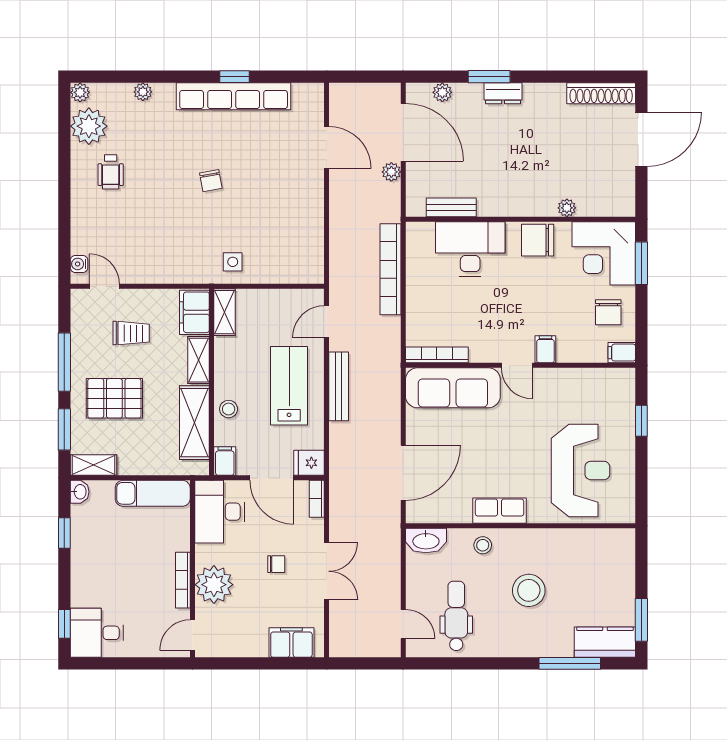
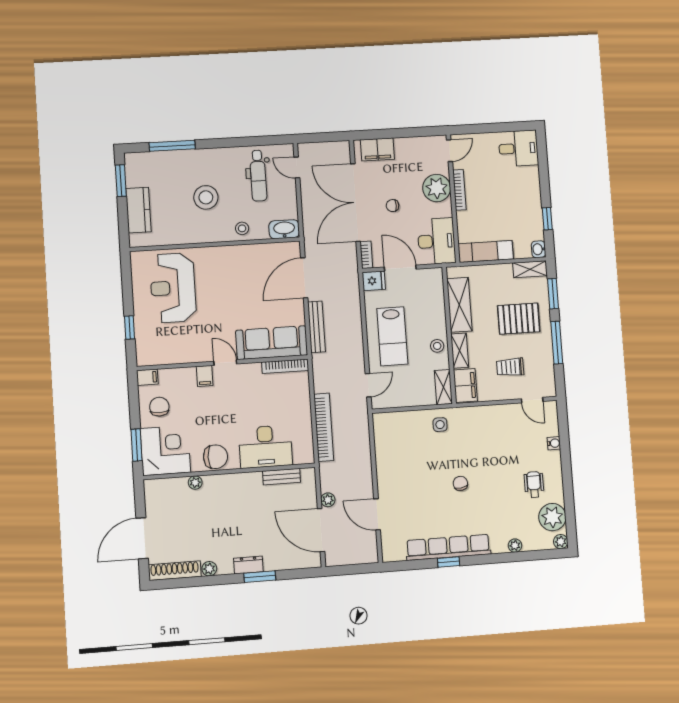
plant: (442, 92) -> (209, 569), moved
water cooler: (79, 264) -> (554, 443), moved
bench: (339, 386) -> (316, 327), moved
stool: (229, 409) -> (437, 346), moved
filing cabinet: (225, 461) -> (435, 278), removed
row of seats: (500, 511) -> (231, 255), removed
double door: (327, 571) -> (355, 203), width x1.87
window: (64, 624) -> (542, 153), removed
kitchen counter: (605, 642) -> (138, 210), moved, turned -90

